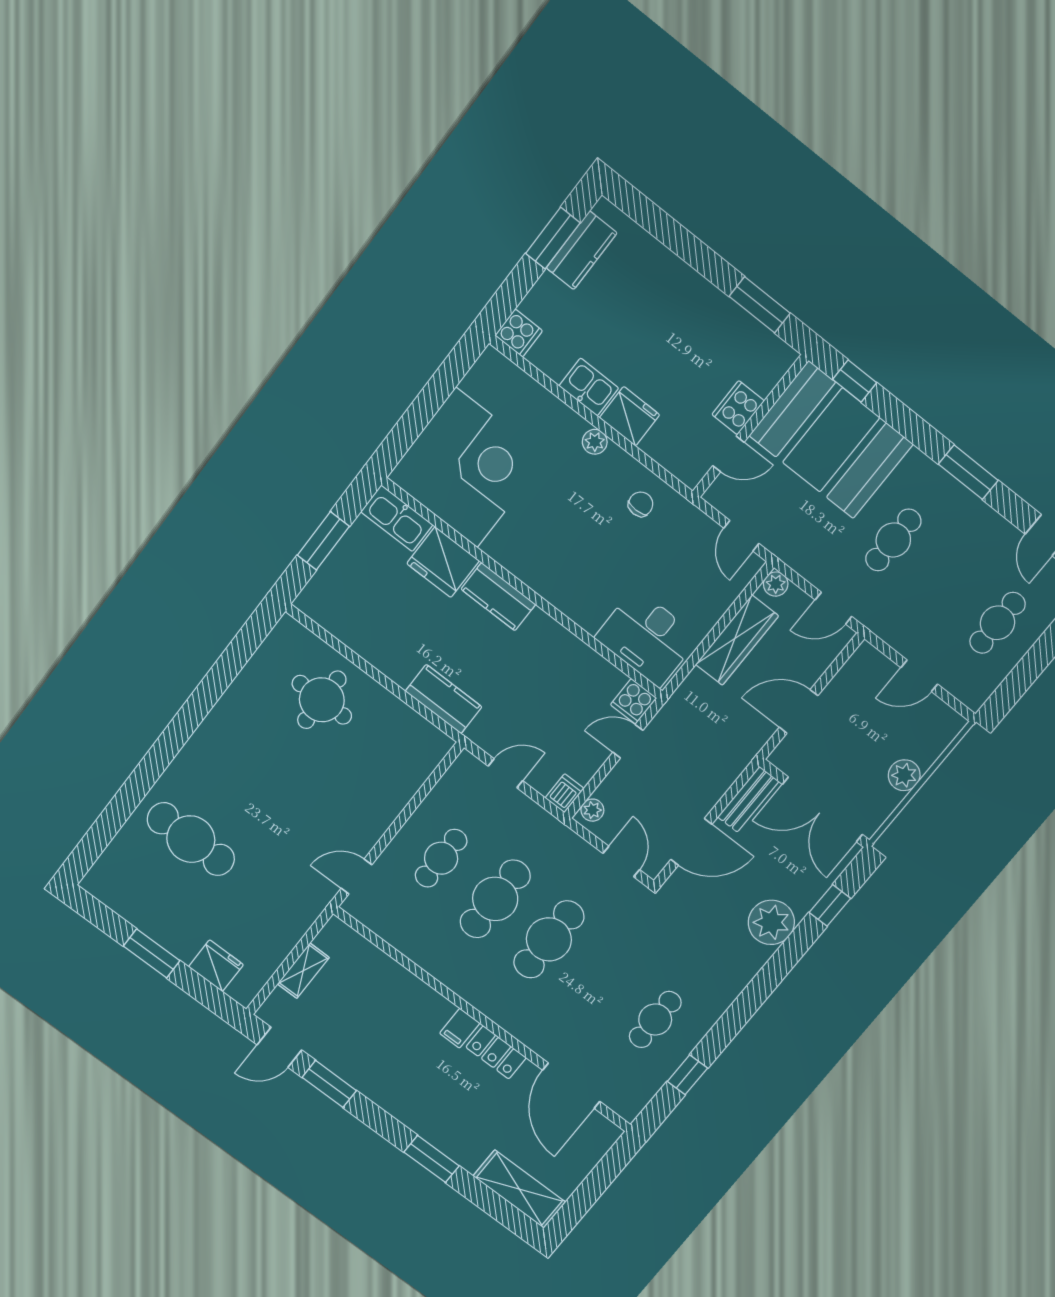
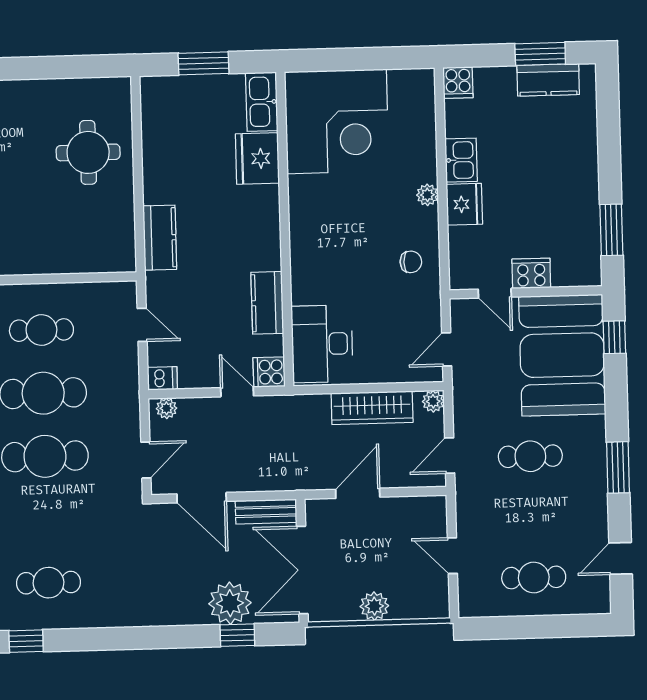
kitchen counter: (498, 597) -> (267, 303), moved
door: (833, 608) -> (450, 455), hinge flipped
door: (799, 711) -> (358, 493), hinge flipped
plant: (771, 922) -> (230, 603), moved

